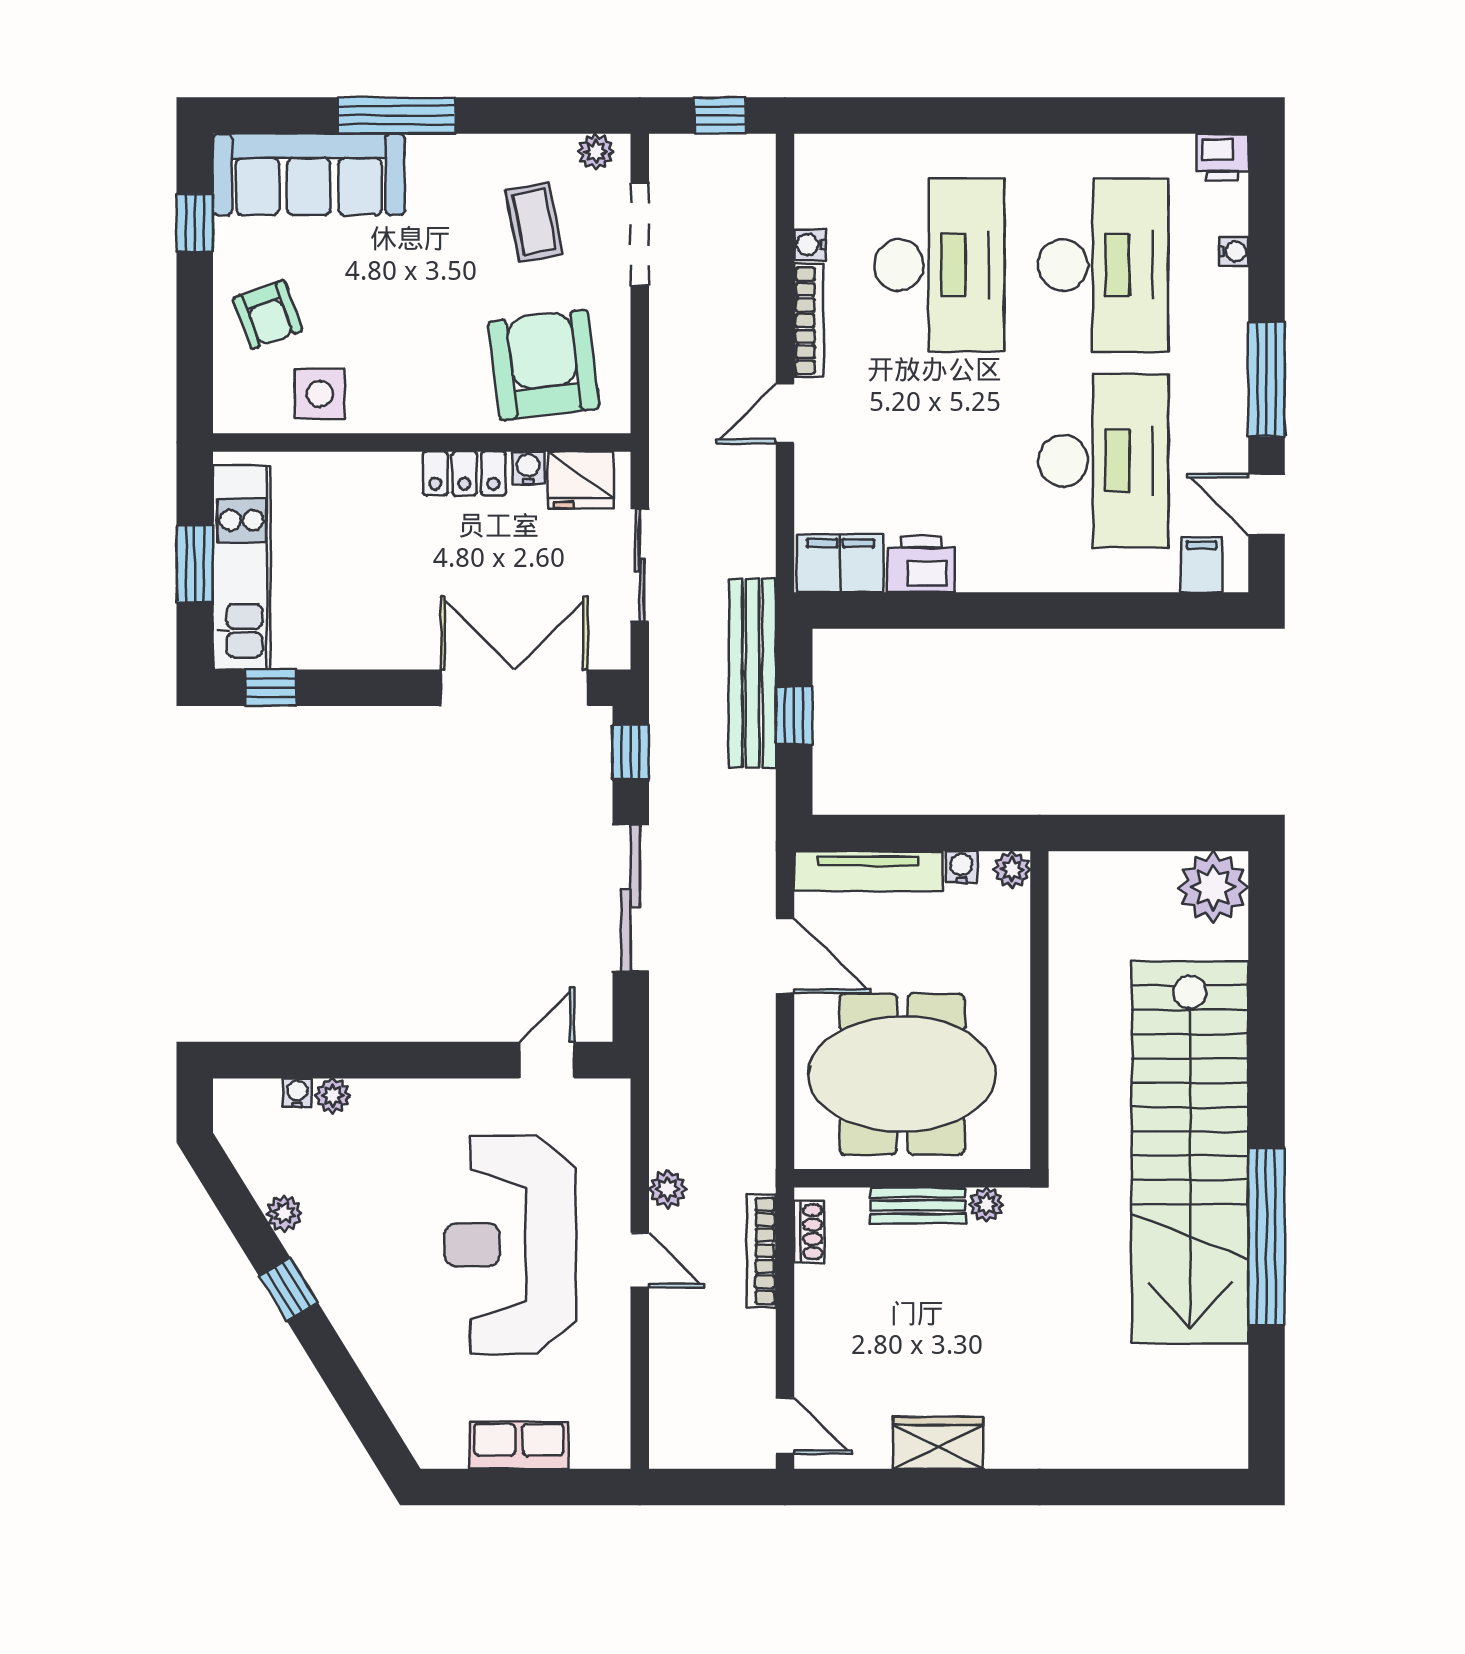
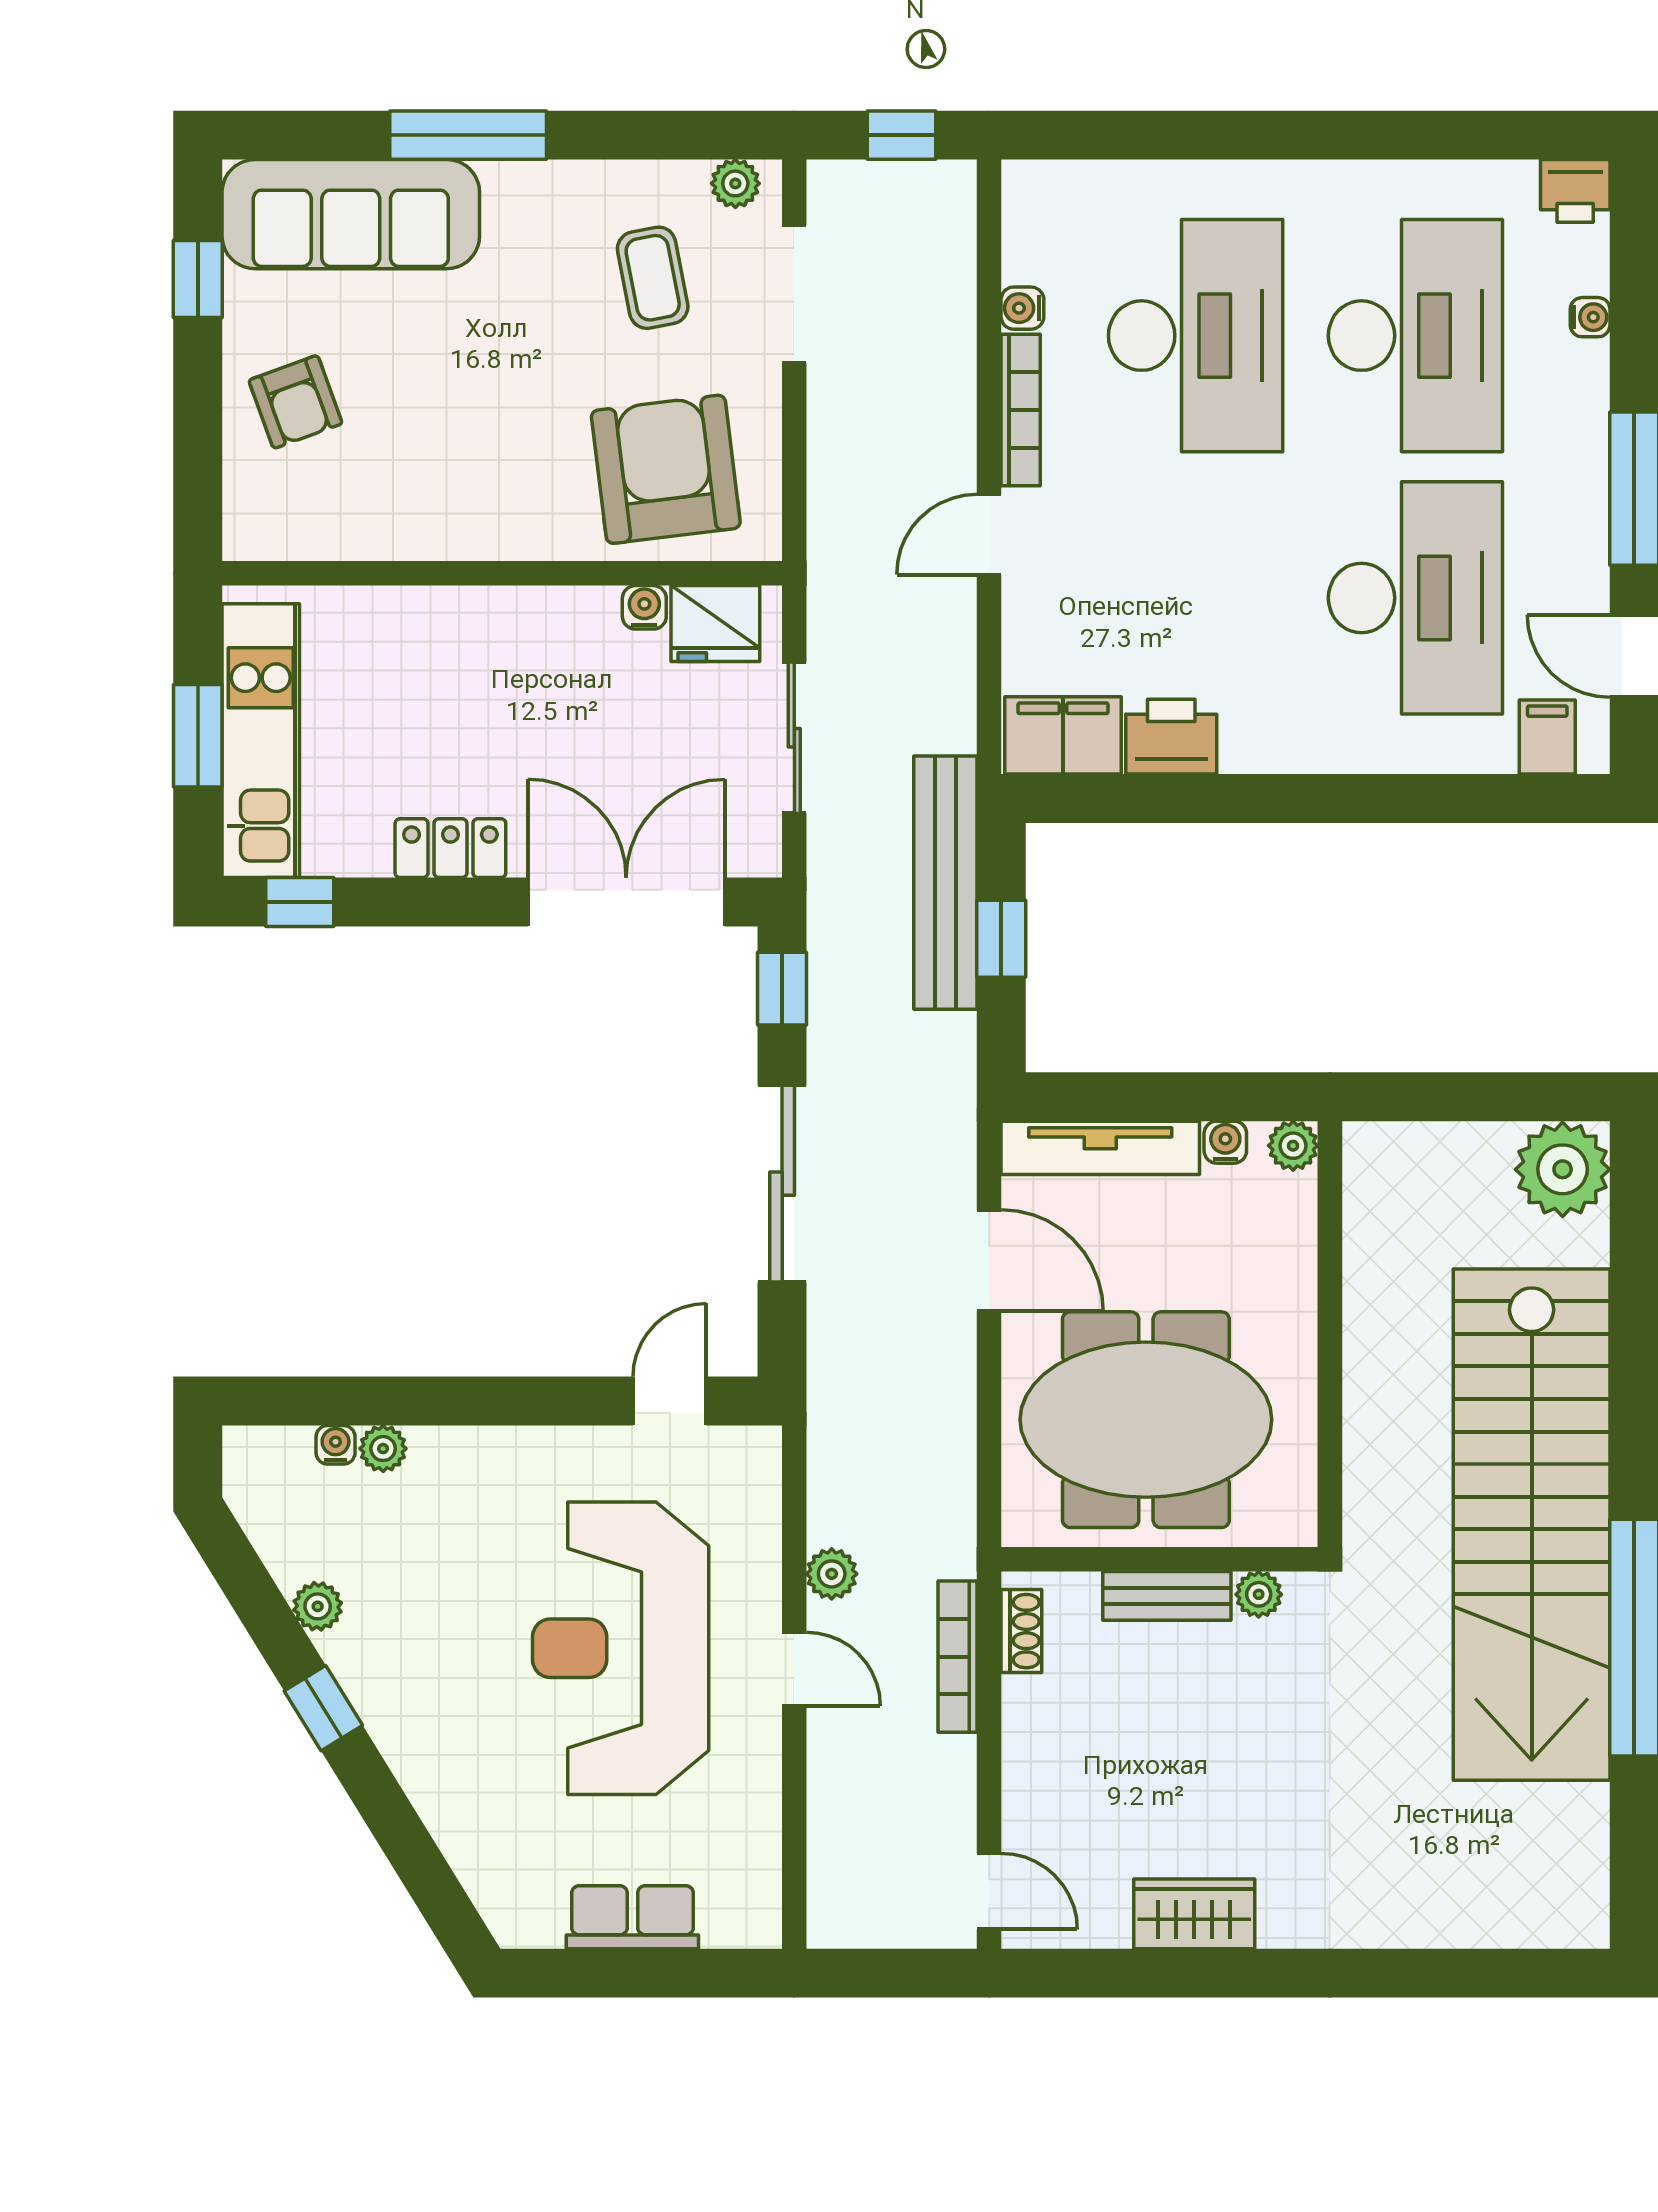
side table: (320, 394) -> (365, 508), removed
locker: (464, 474) -> (450, 848), moved, turned 180

